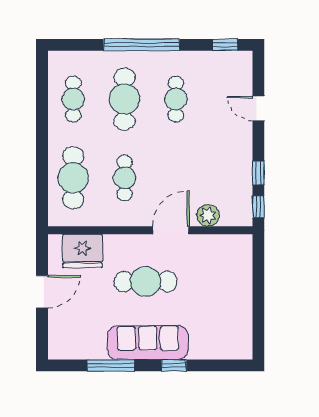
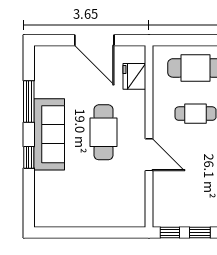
plant: (208, 215) -> (162, 188), removed
fridge: (83, 251) -> (134, 76), width x0.73, depth x0.75
door: (42, 292) -> (94, 40), width x1.36

